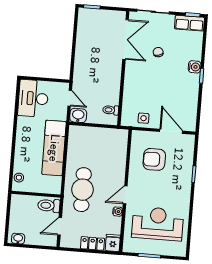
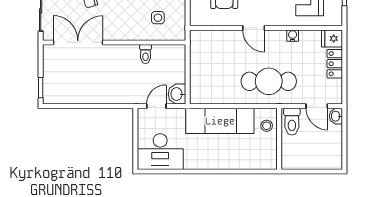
toilet: (111, 110) -> (146, 54), moved
side table: (144, 118) -> (158, 18), moved
stool: (19, 178) -> (267, 126), moved
door: (125, 195) -> (254, 28), moved
washbasin: (18, 239) -> (336, 116), moved

